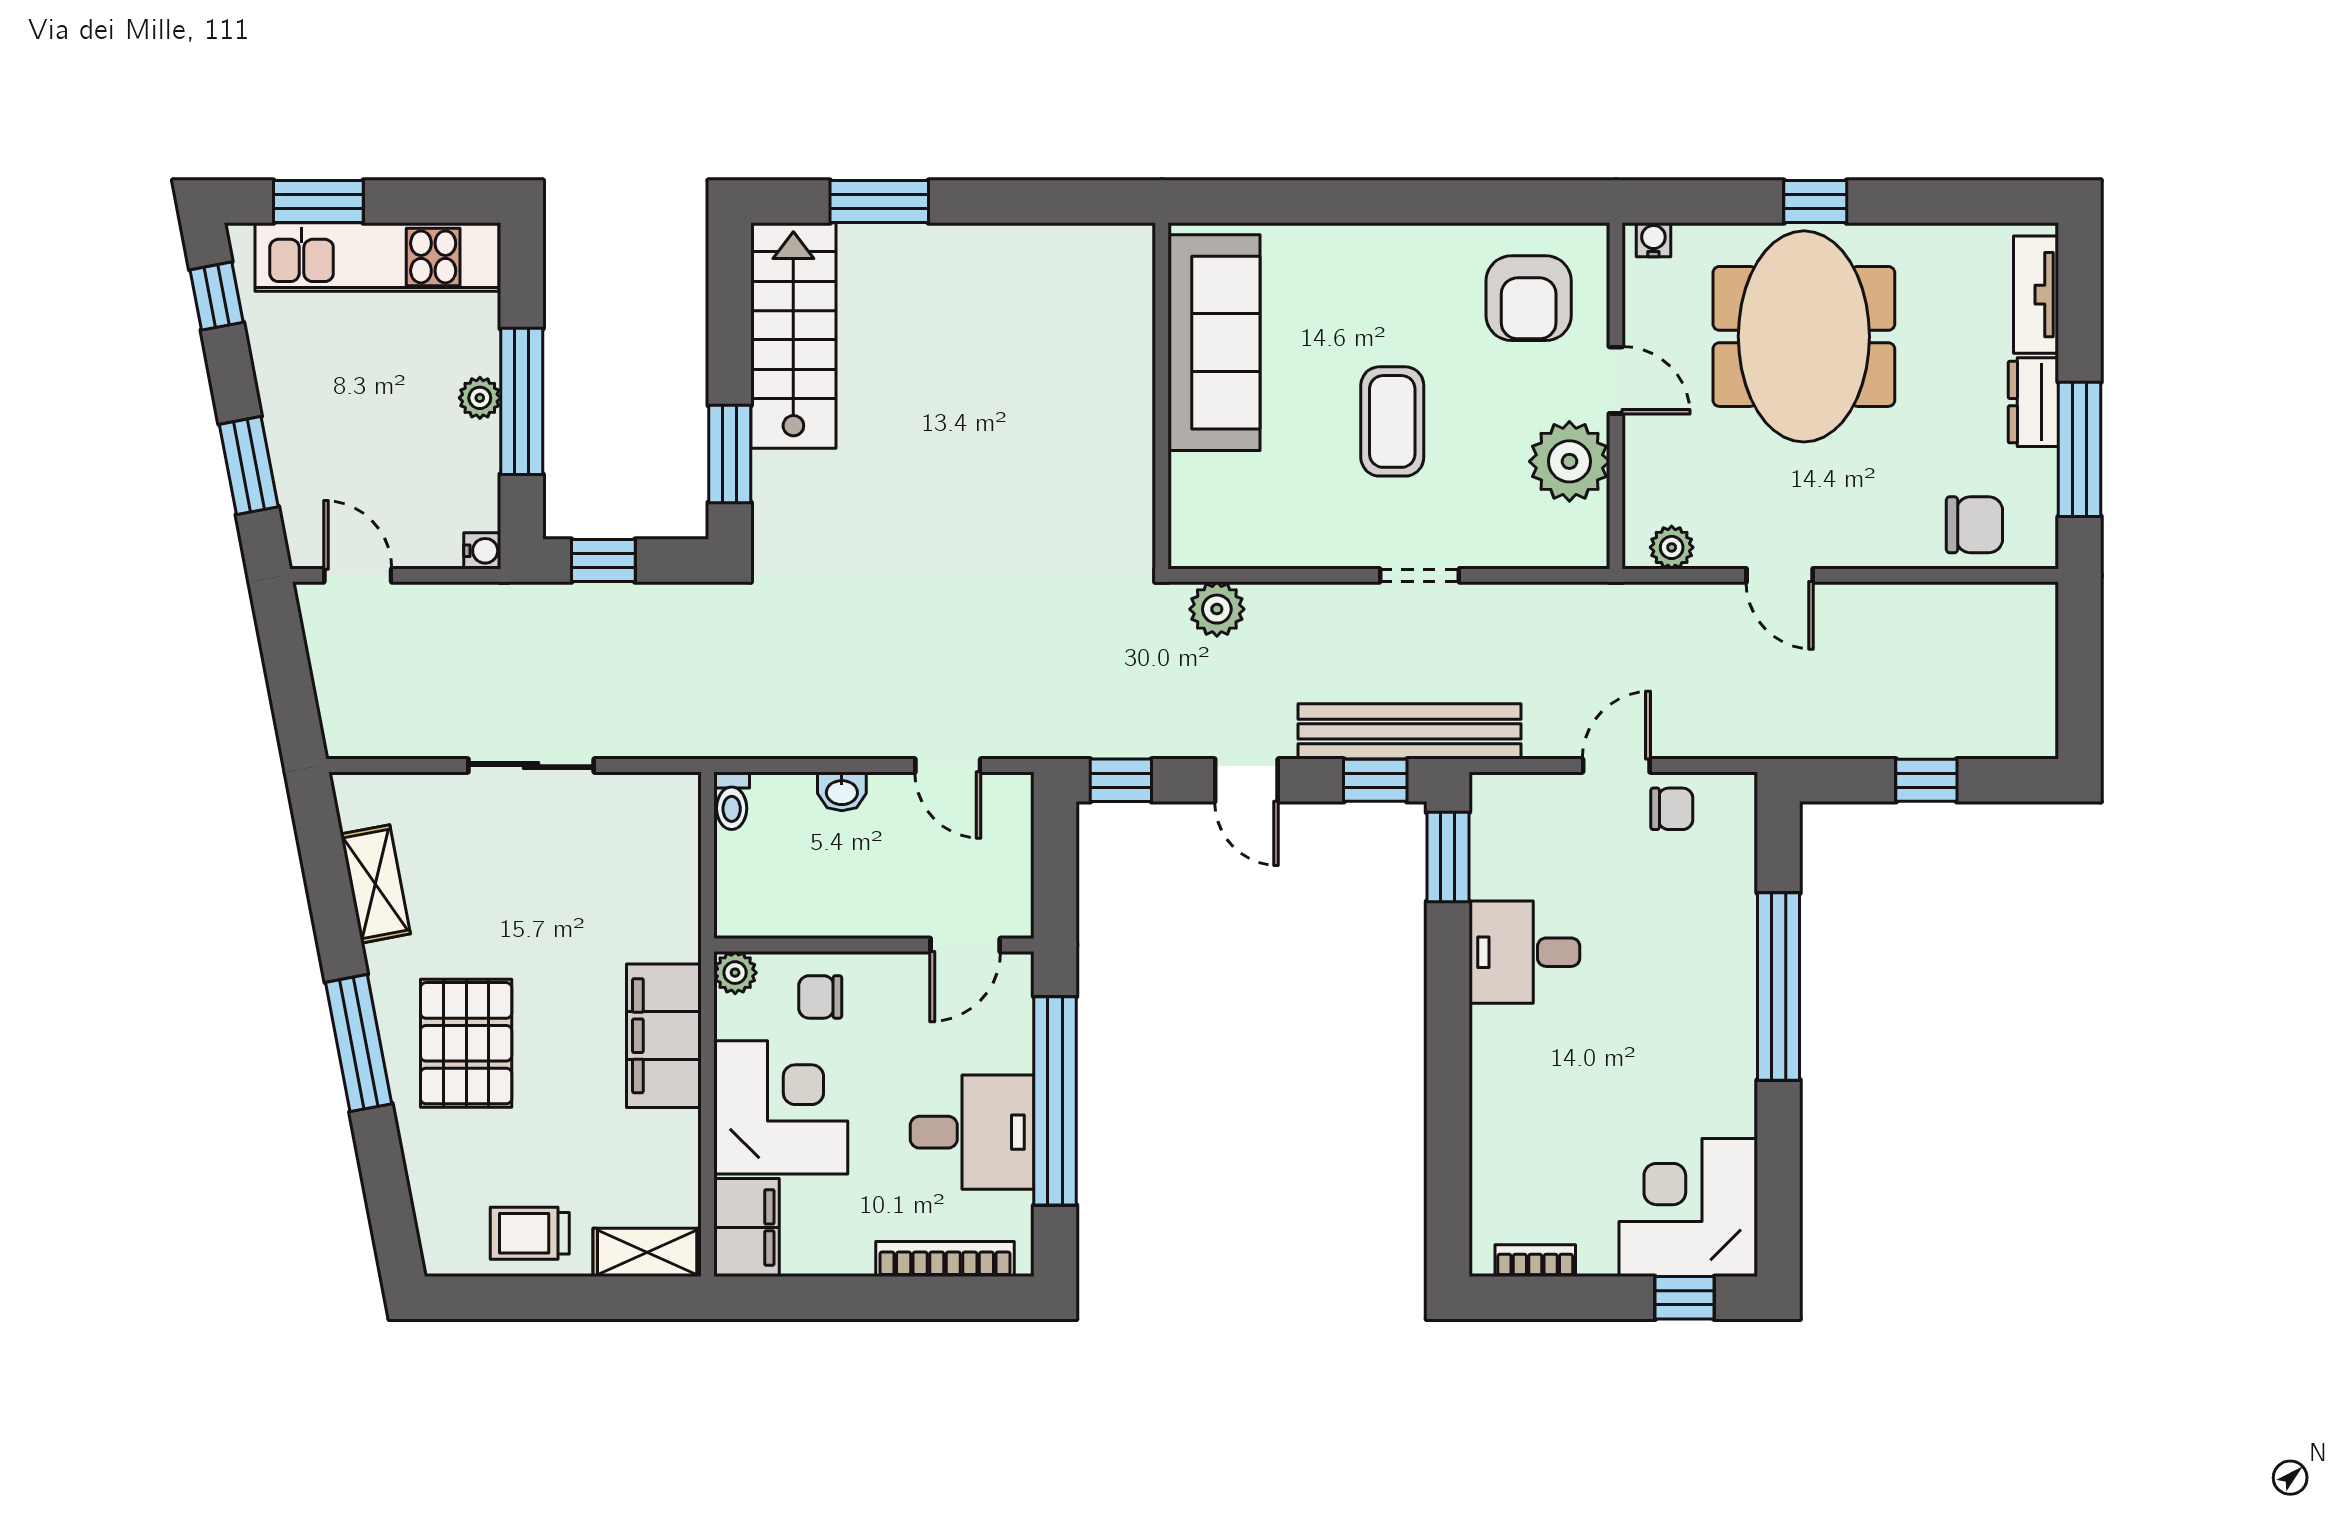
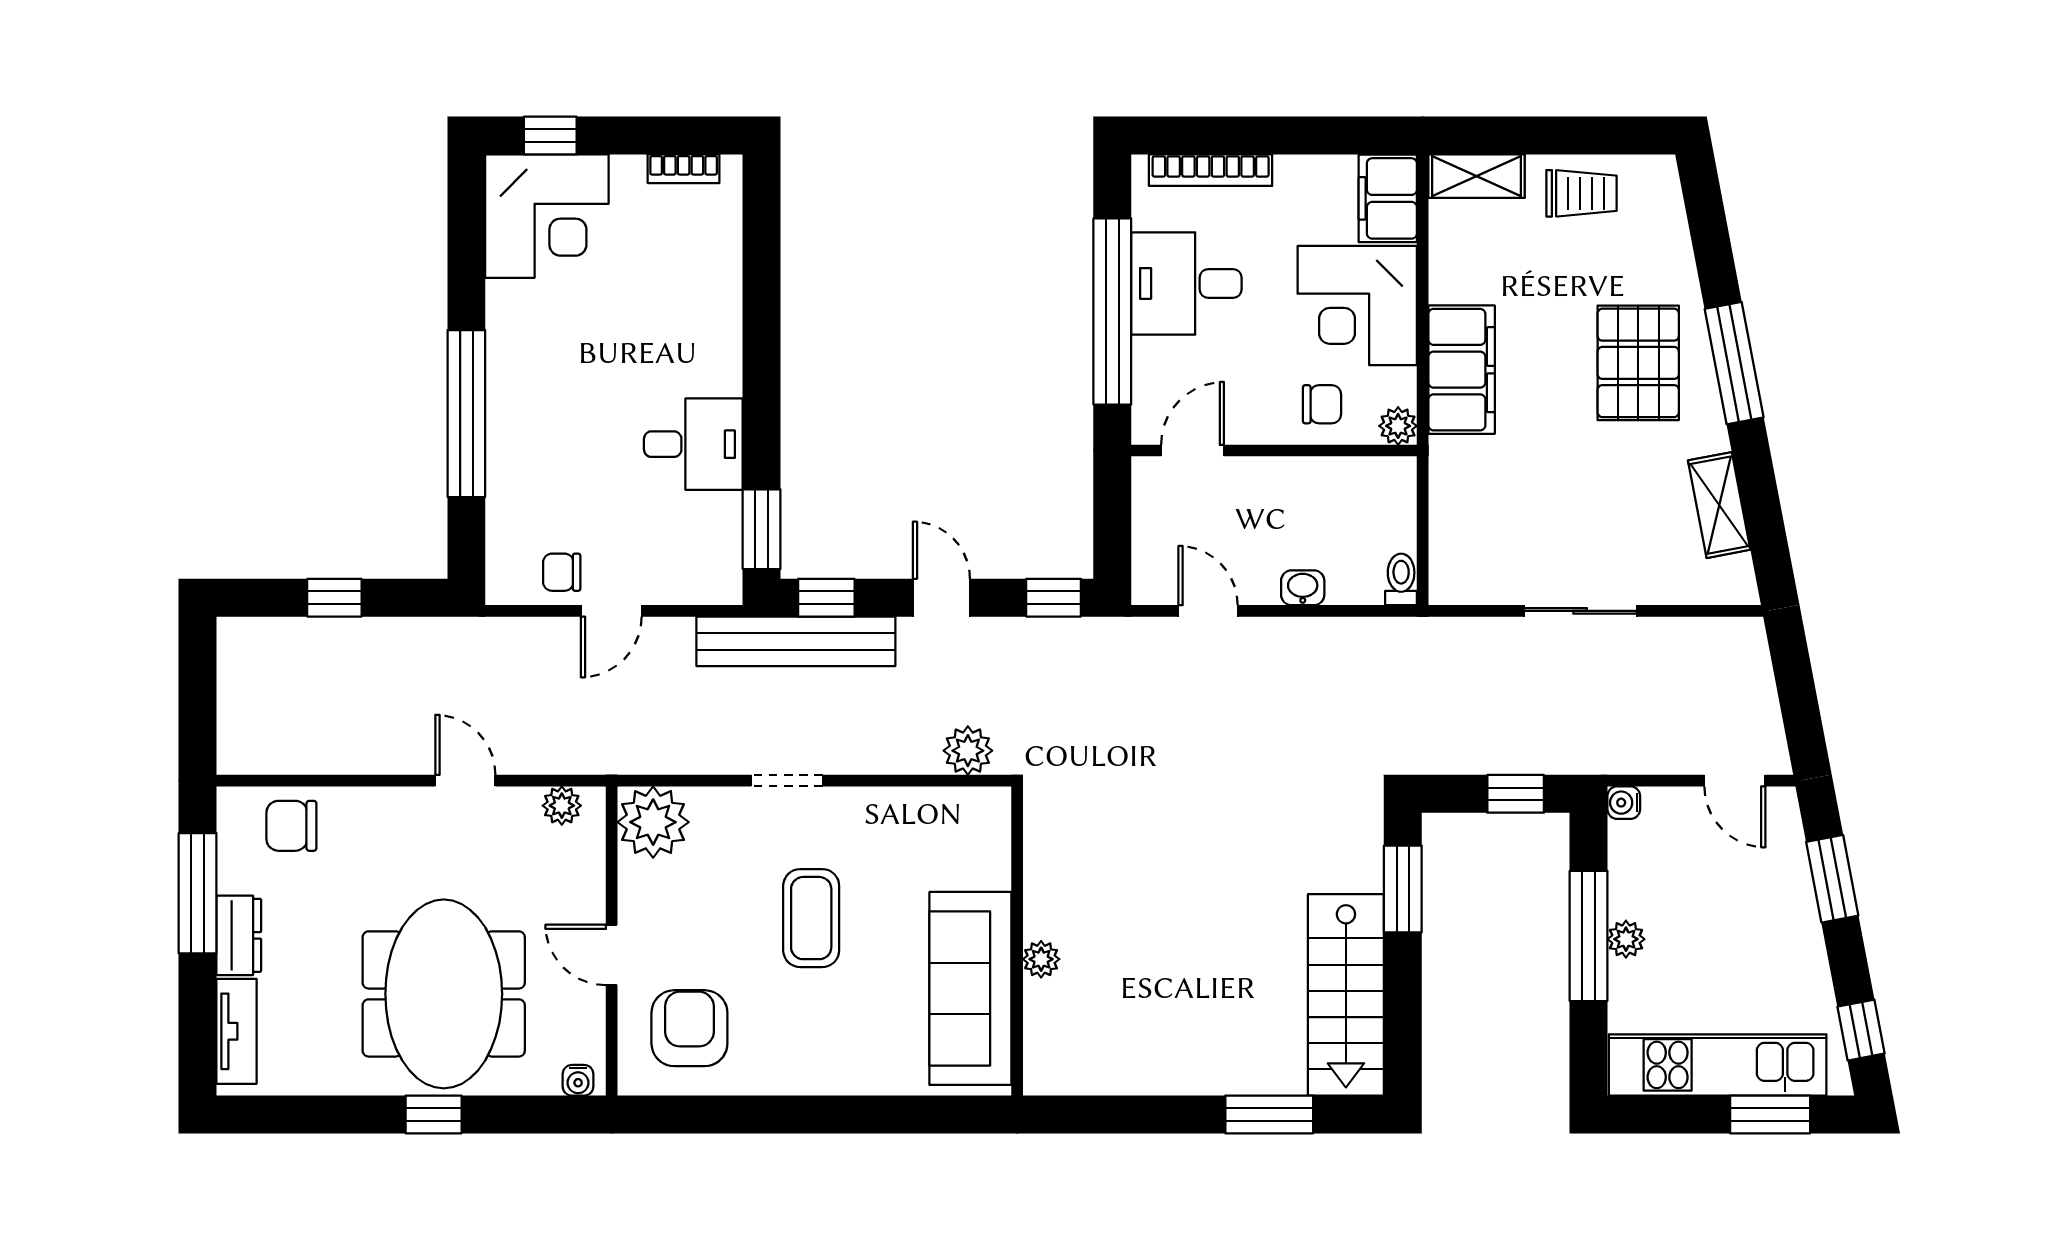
plant: (1135, 375) -> (1041, 959), added
plant: (1569, 461) -> (653, 822), moved

